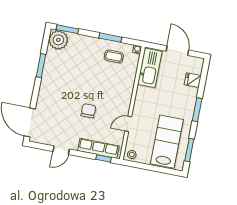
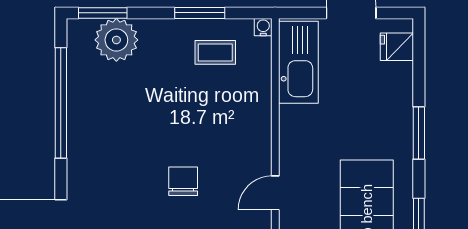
plant: (58, 40) -> (116, 40), moved
window: (41, 65) -> (61, 103), width x2.11
fridge: (193, 80) -> (397, 47), moved

